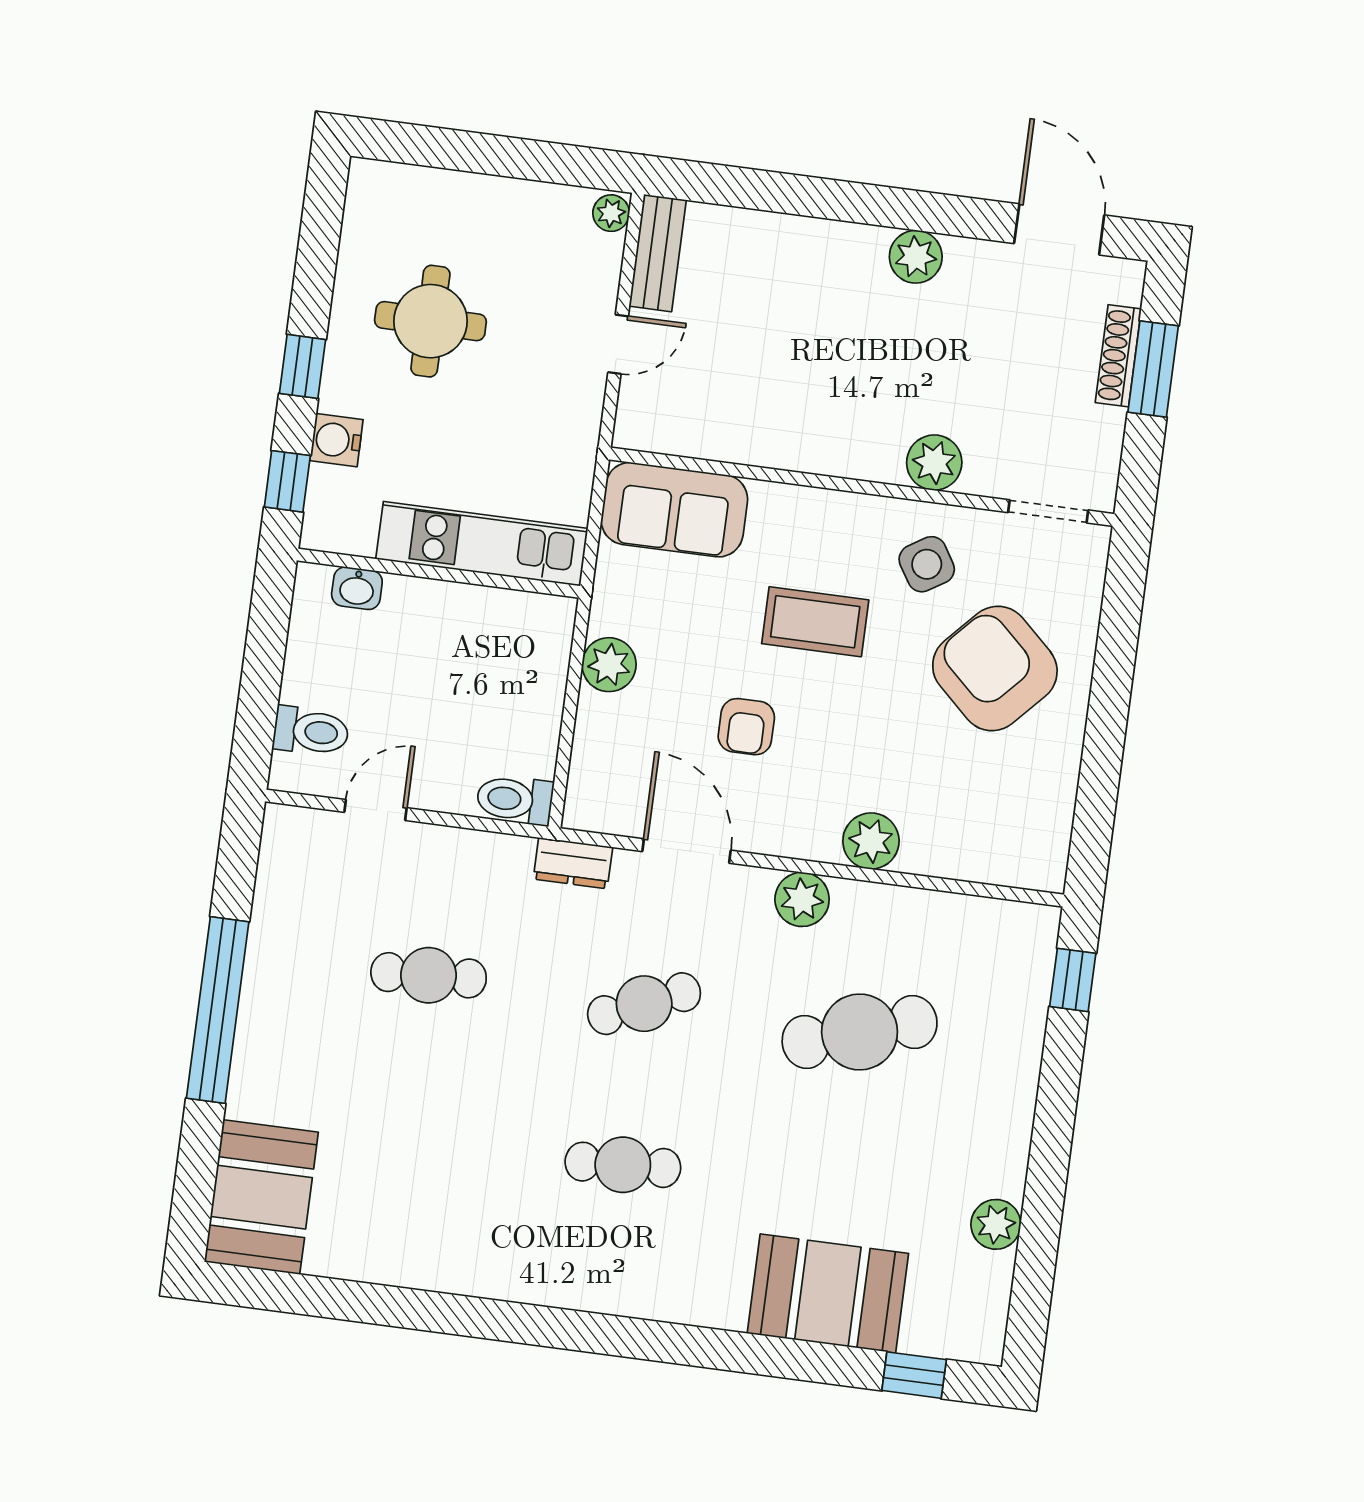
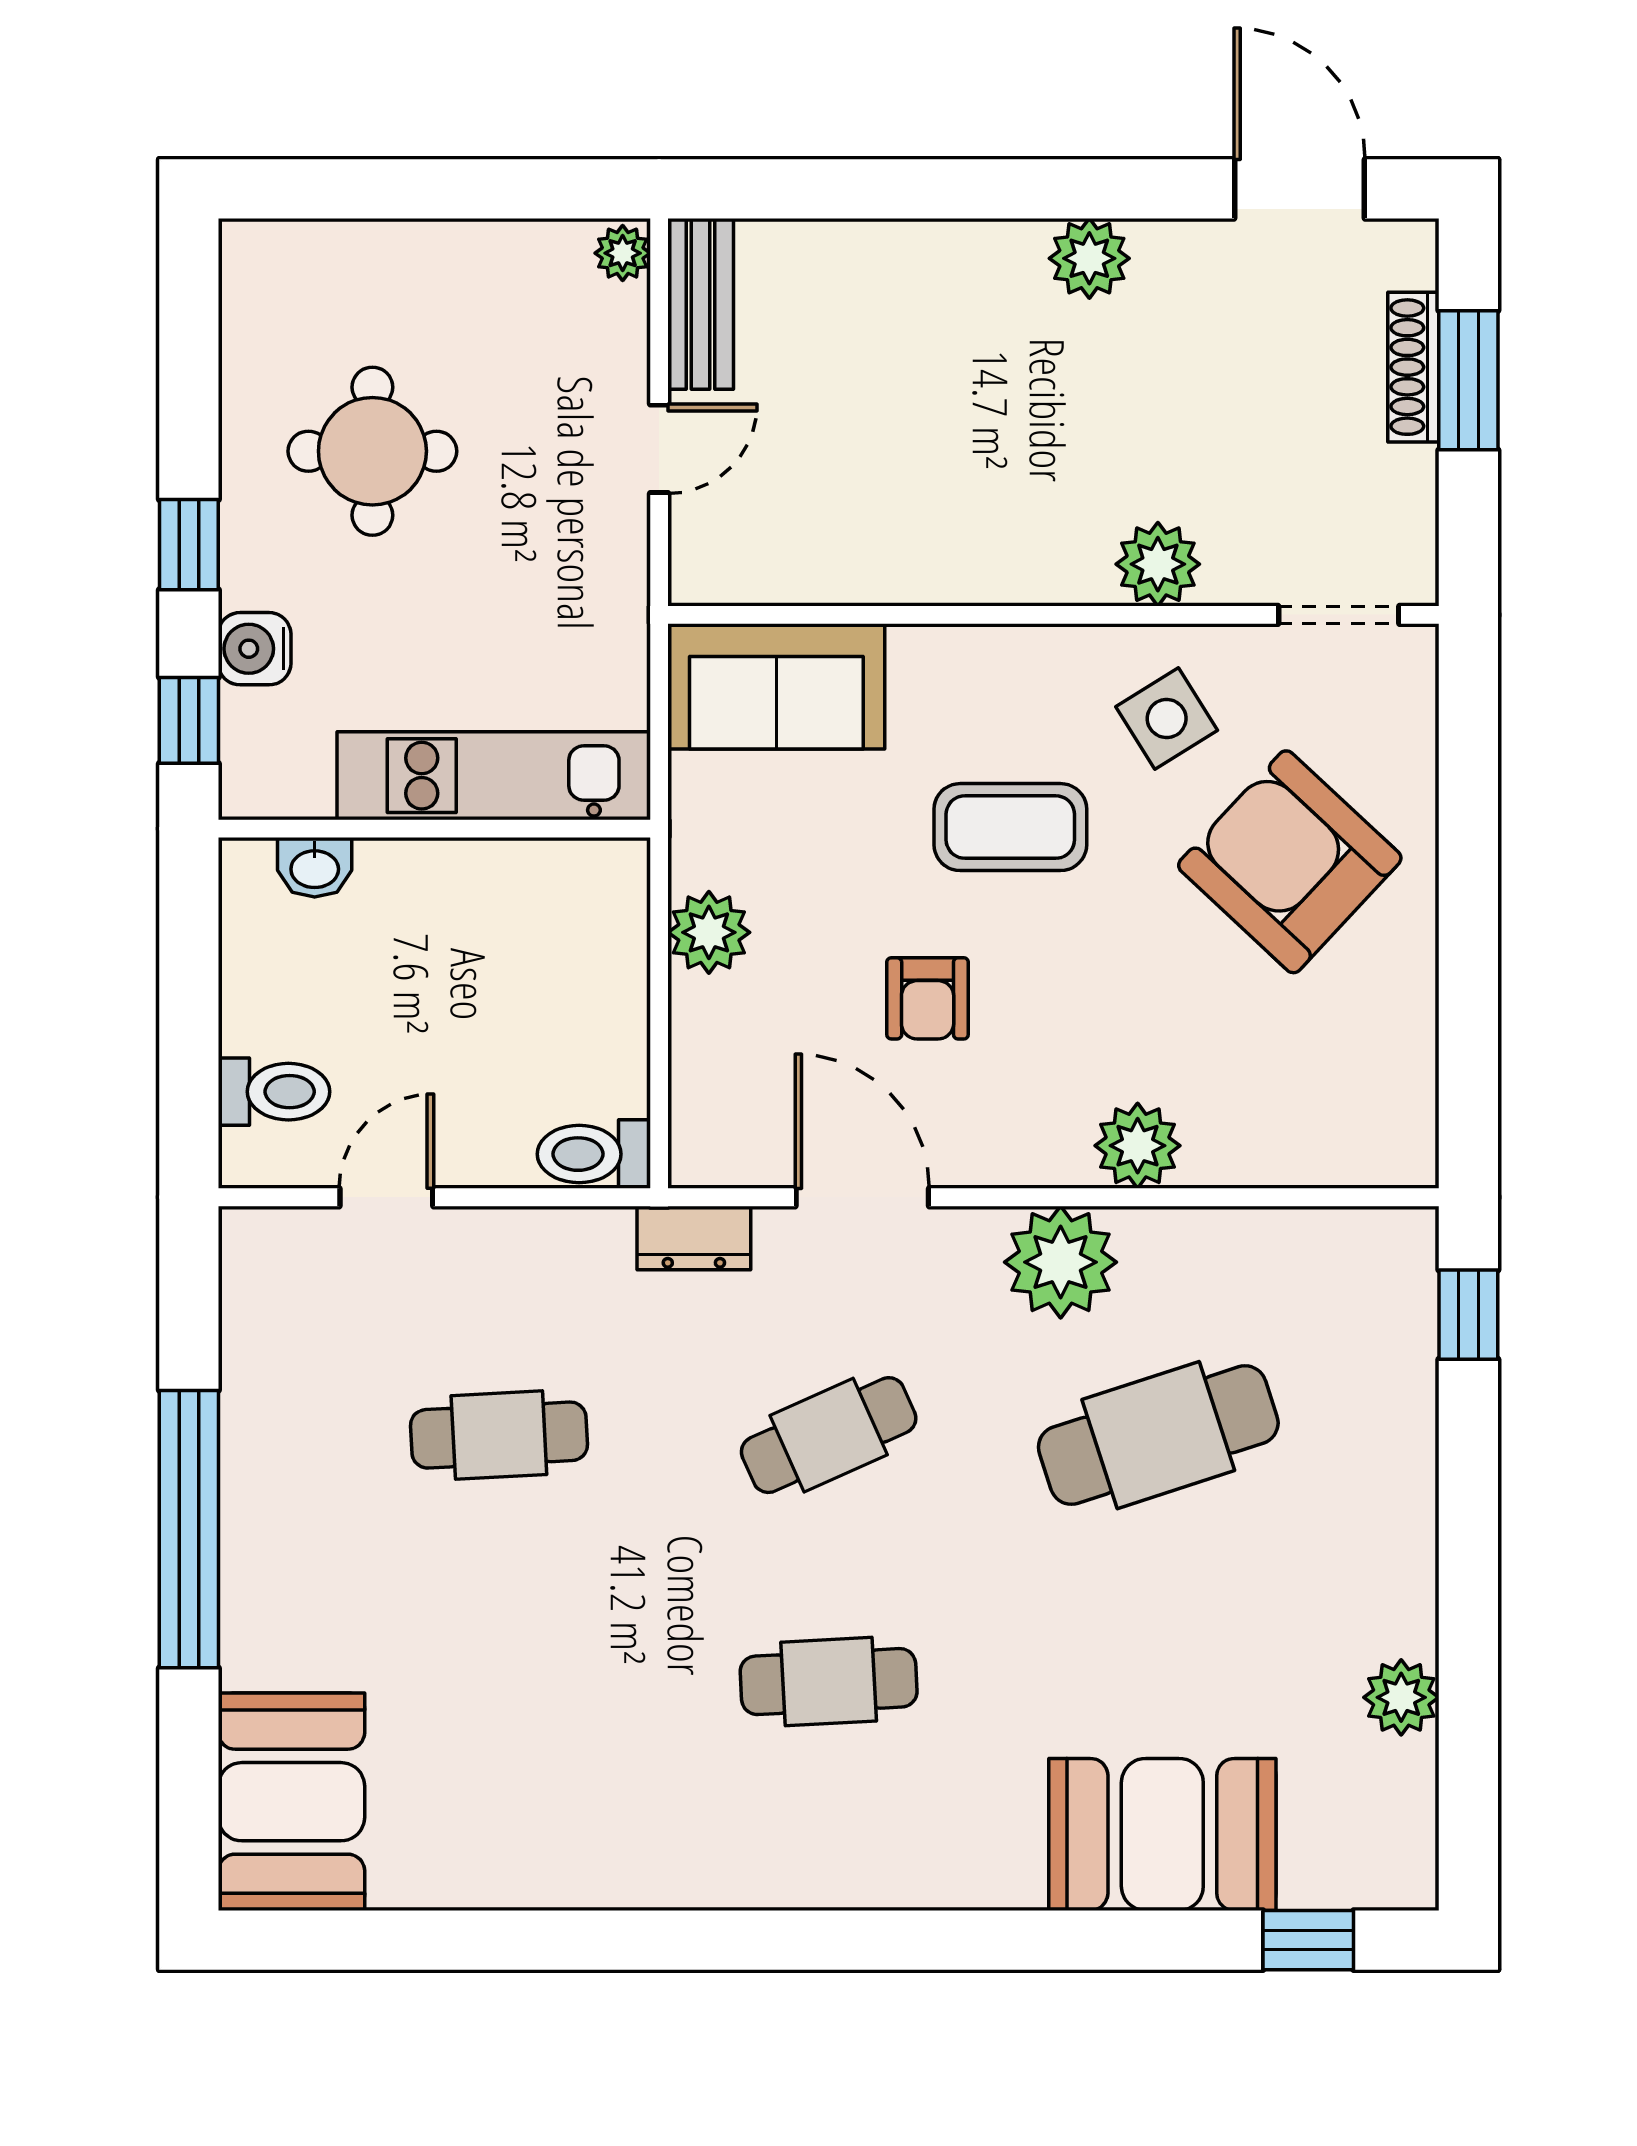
plant: (802, 899) -> (1061, 1262), width x1.36, depth x1.36

